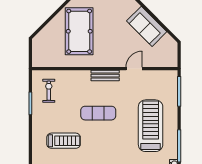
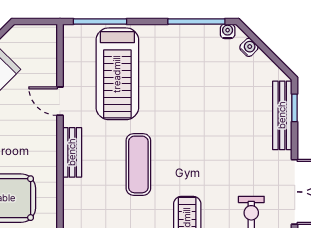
treadmill: (151, 126) -> (117, 74), moved, turned -90

